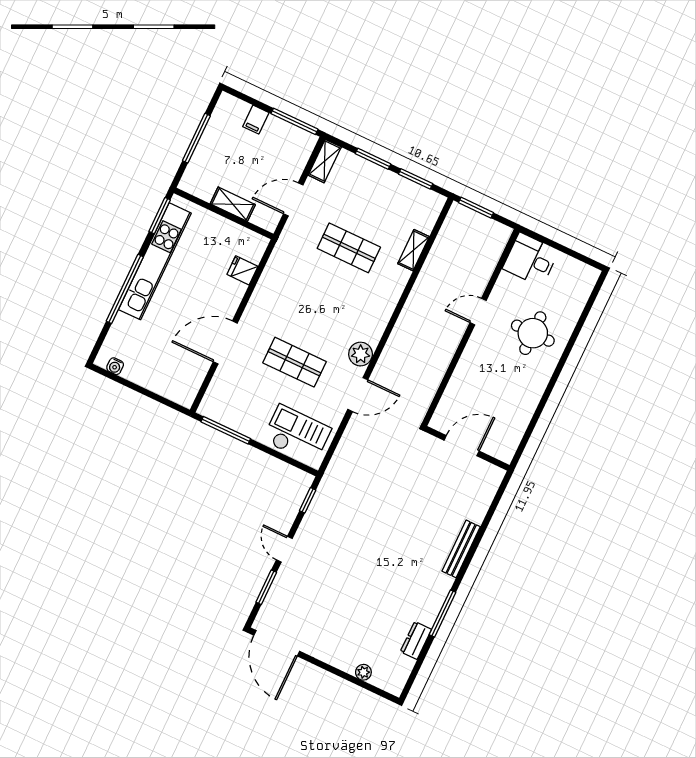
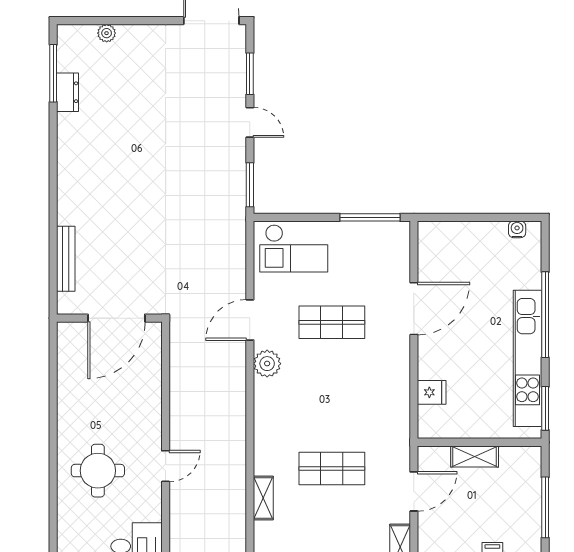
door: (462, 446) -> (116, 318), width x1.36
window: (308, 500) -> (250, 185), width x1.50
bench: (461, 549) -> (66, 259), moved
window: (443, 614) -> (53, 73), moved

